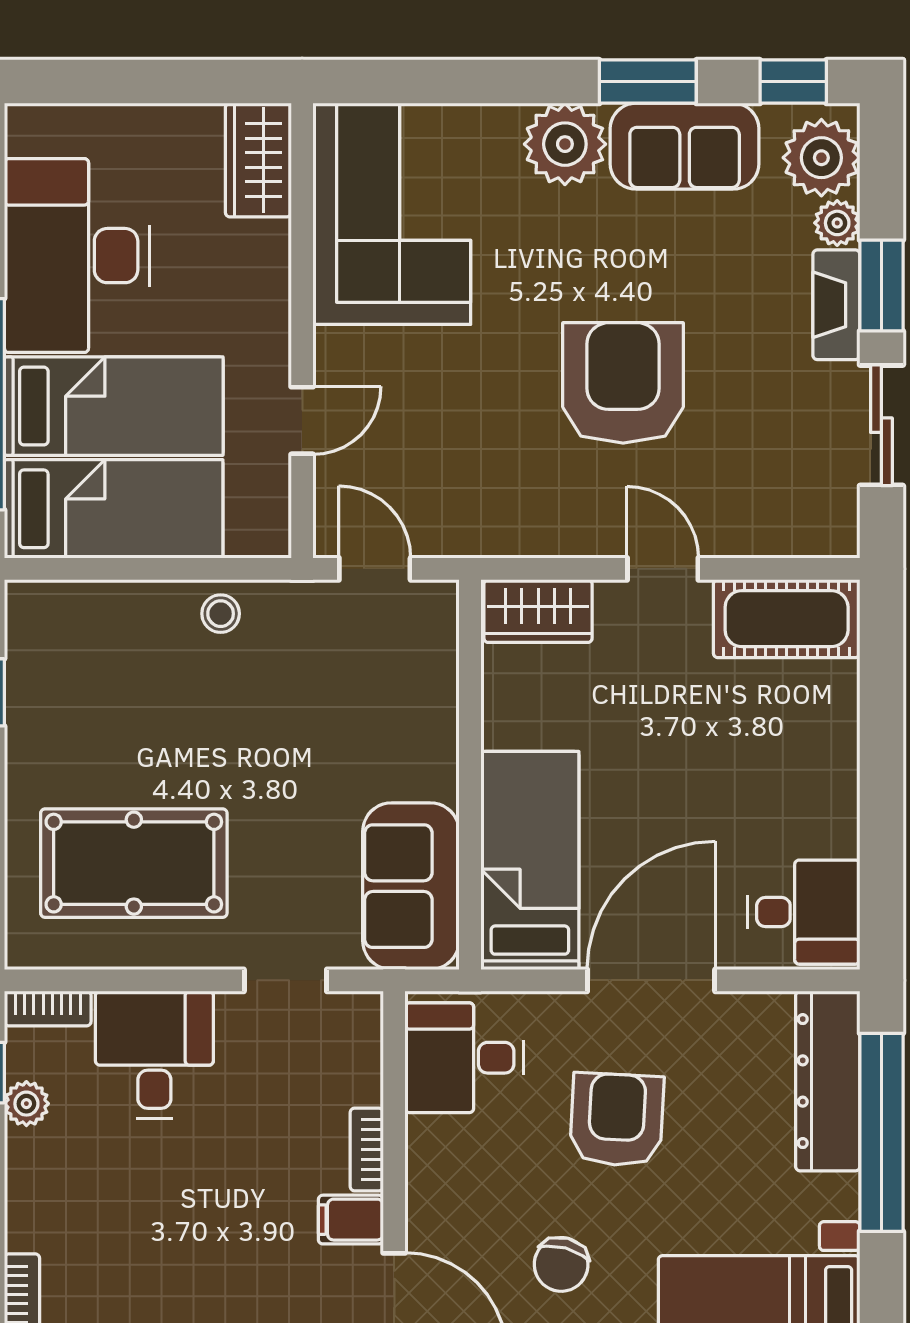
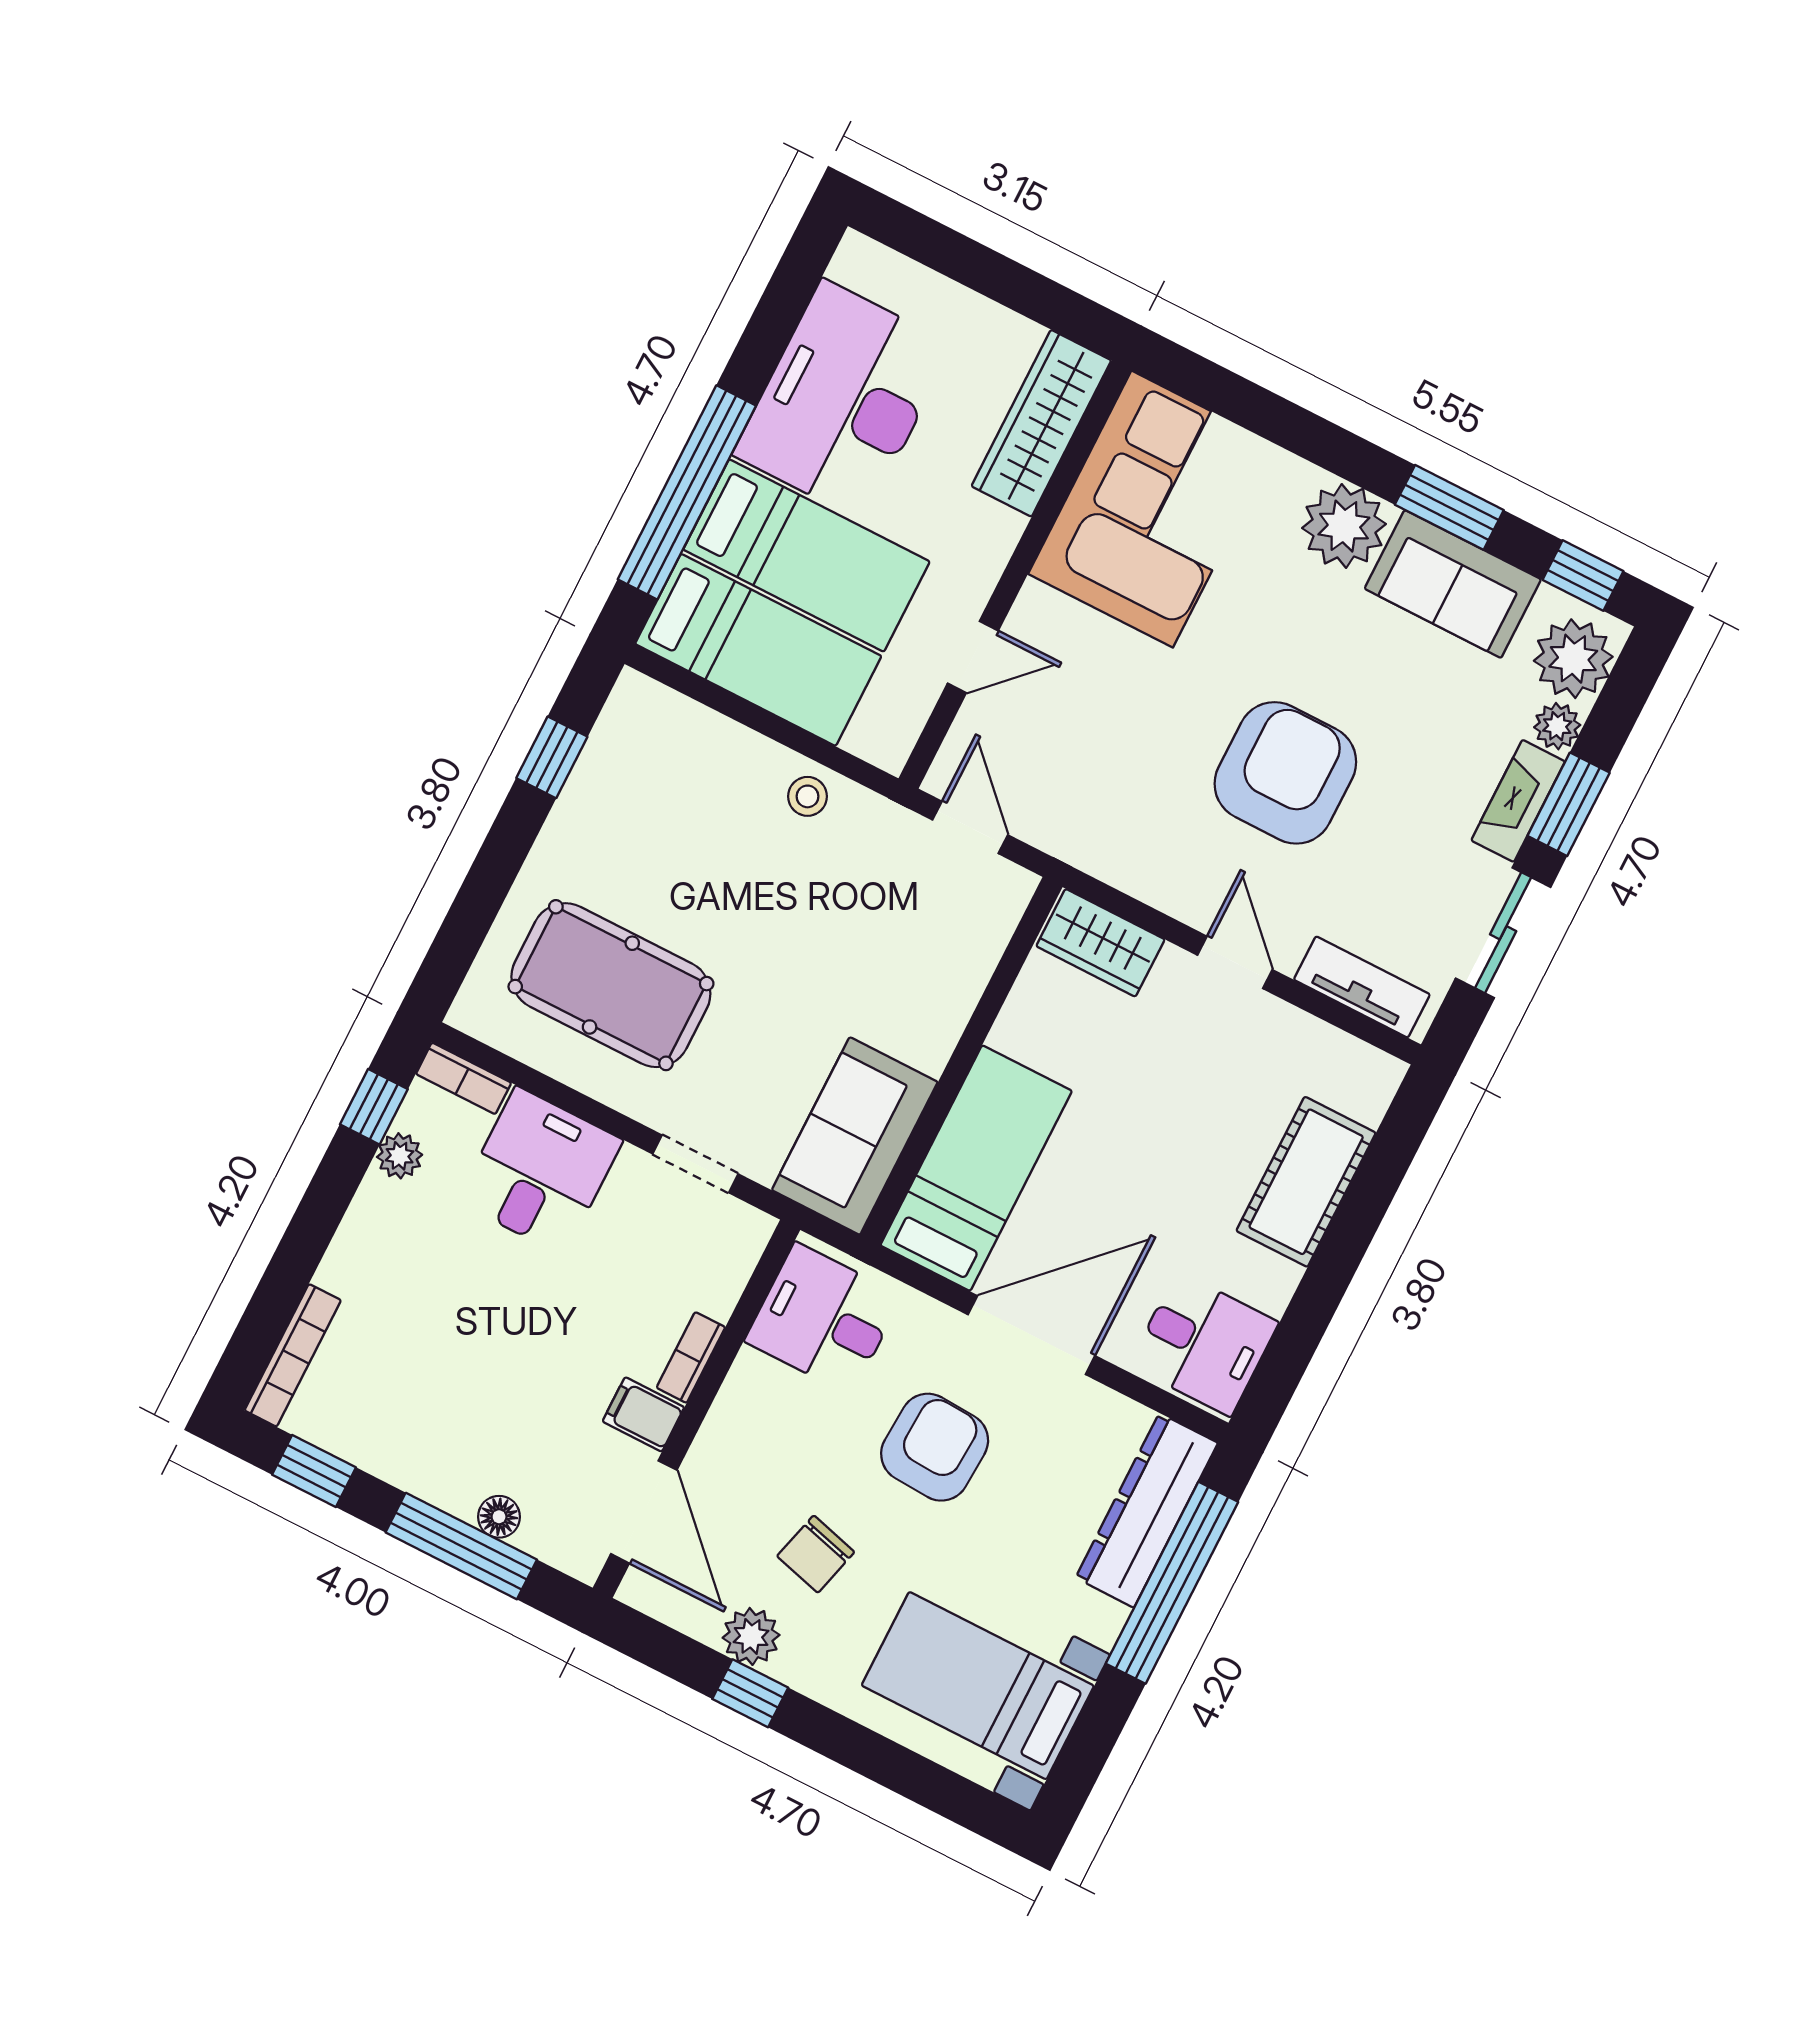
wardrobe: (258, 160) -> (1041, 423), width x1.50
tv unit: (783, 534) -> (1362, 987), added
cot: (787, 619) -> (1306, 1182), moved, turned 90

